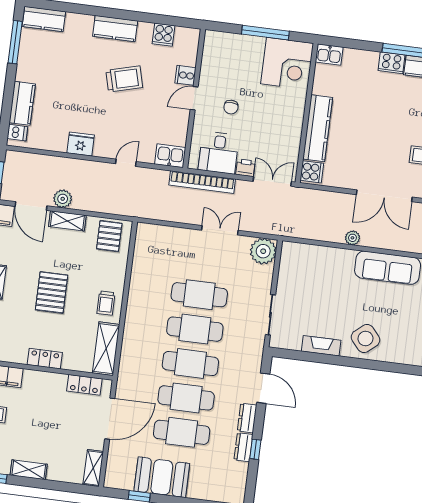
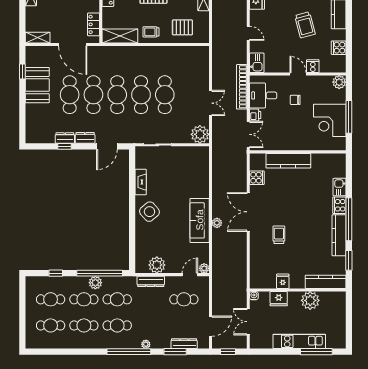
plant: (213, 40) -> (339, 82), added
kitchen sink: (329, 55) -> (340, 187), moved
corner desk: (287, 64) -> (330, 120), moved
cooker: (312, 172) -> (257, 178), moved, turned -90
pallet: (109, 236) -> (182, 27), moved
plant: (352, 238) -> (217, 223), moved

